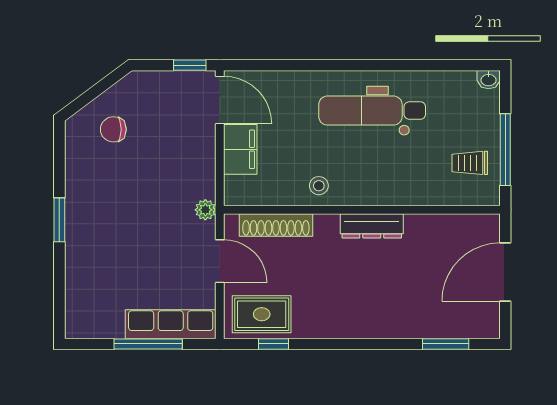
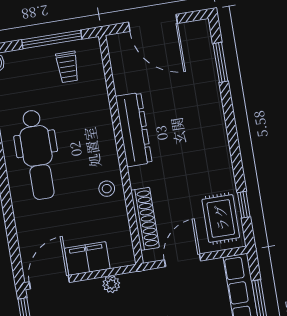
plant: (205, 210) -> (111, 284), moved
dresser: (372, 226) -> (134, 130), width x1.37, depth x1.24

